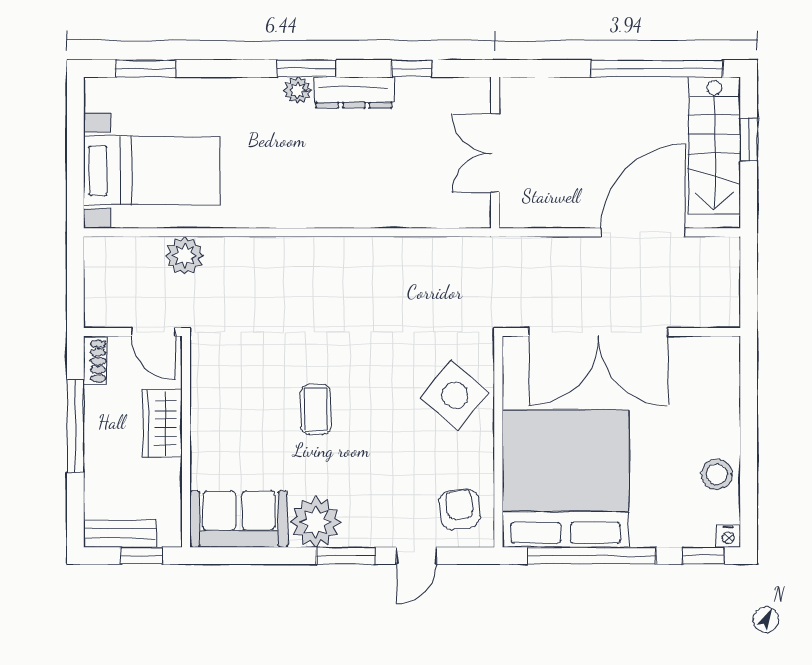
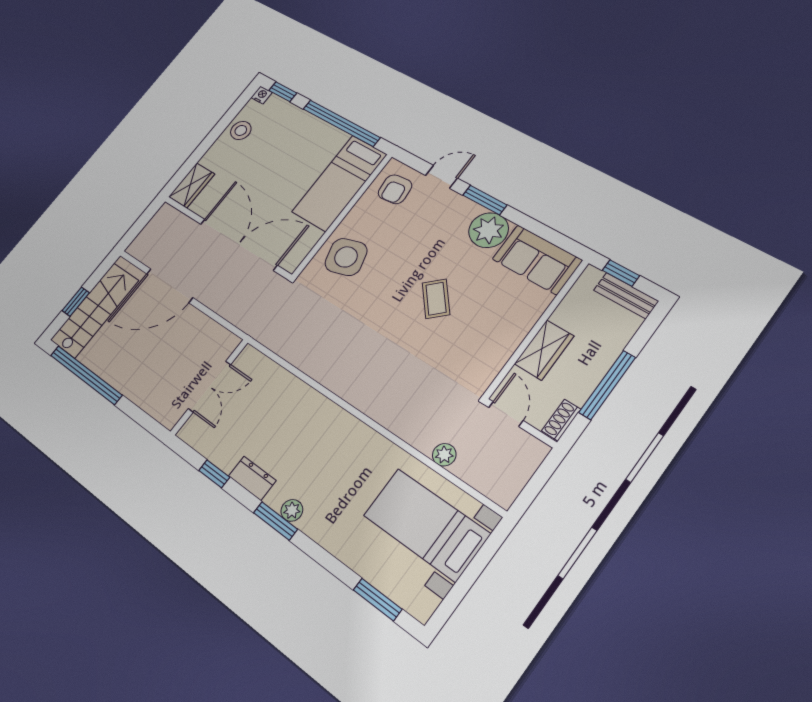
dresser: (354, 92) -> (252, 478), width x0.70
plant: (185, 256) -> (444, 455), width x0.73, depth x0.73
wardrobe: (722, 368) -> (192, 185), added
side table: (455, 395) -> (346, 257), turned 34
coffee table: (316, 409) -> (436, 299), turned -42
bed: (566, 479) -> (339, 183), width x0.49

